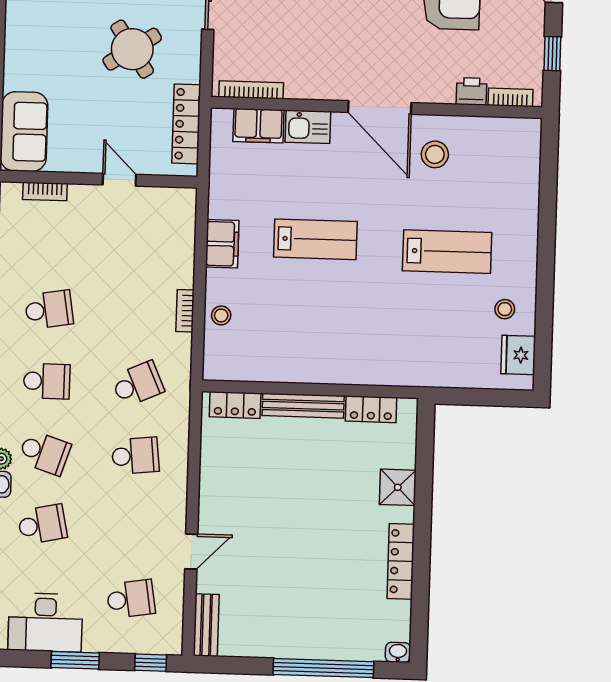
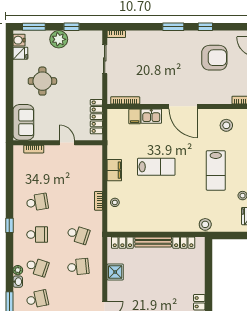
round table: (132, 49) -> (42, 81), moved, turned 33
printer: (471, 91) -> (224, 98), removed
filing cabinet: (258, 126) -> (135, 116), width x0.50
stool: (435, 154) -> (226, 125), moved
lab bench: (447, 252) -> (216, 170), turned 90
stool: (420, 370) -> (205, 224), added
school desk: (138, 384) -> (78, 235), turned 42
shower: (398, 487) -> (115, 272), moved

